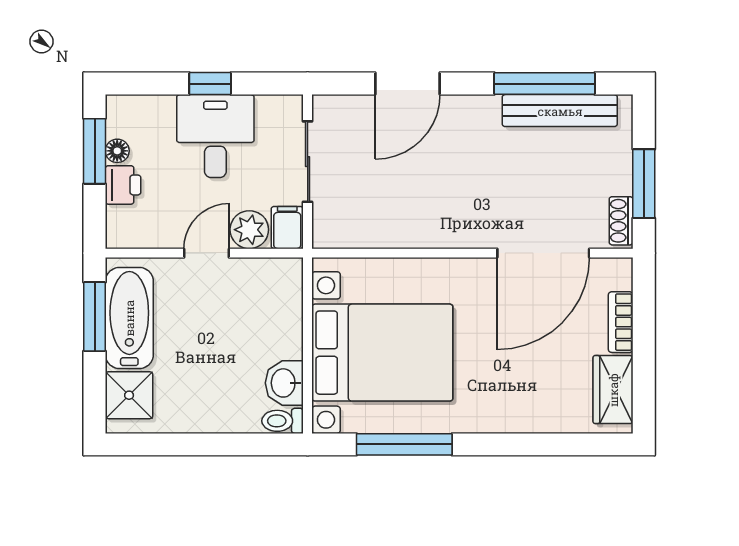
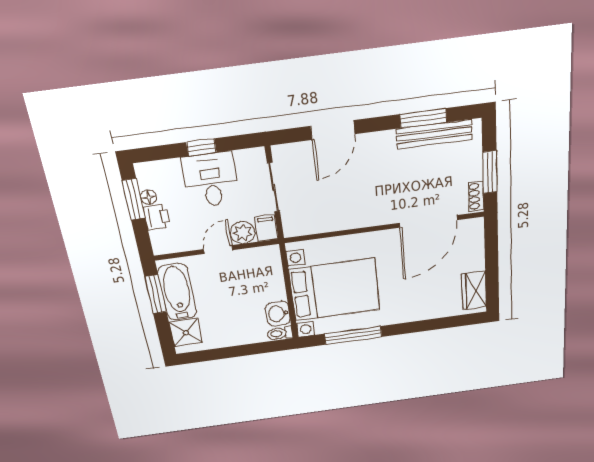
window: (544, 84) -> (423, 118), width x0.69
bookcase: (621, 322) -> (478, 254), removed

